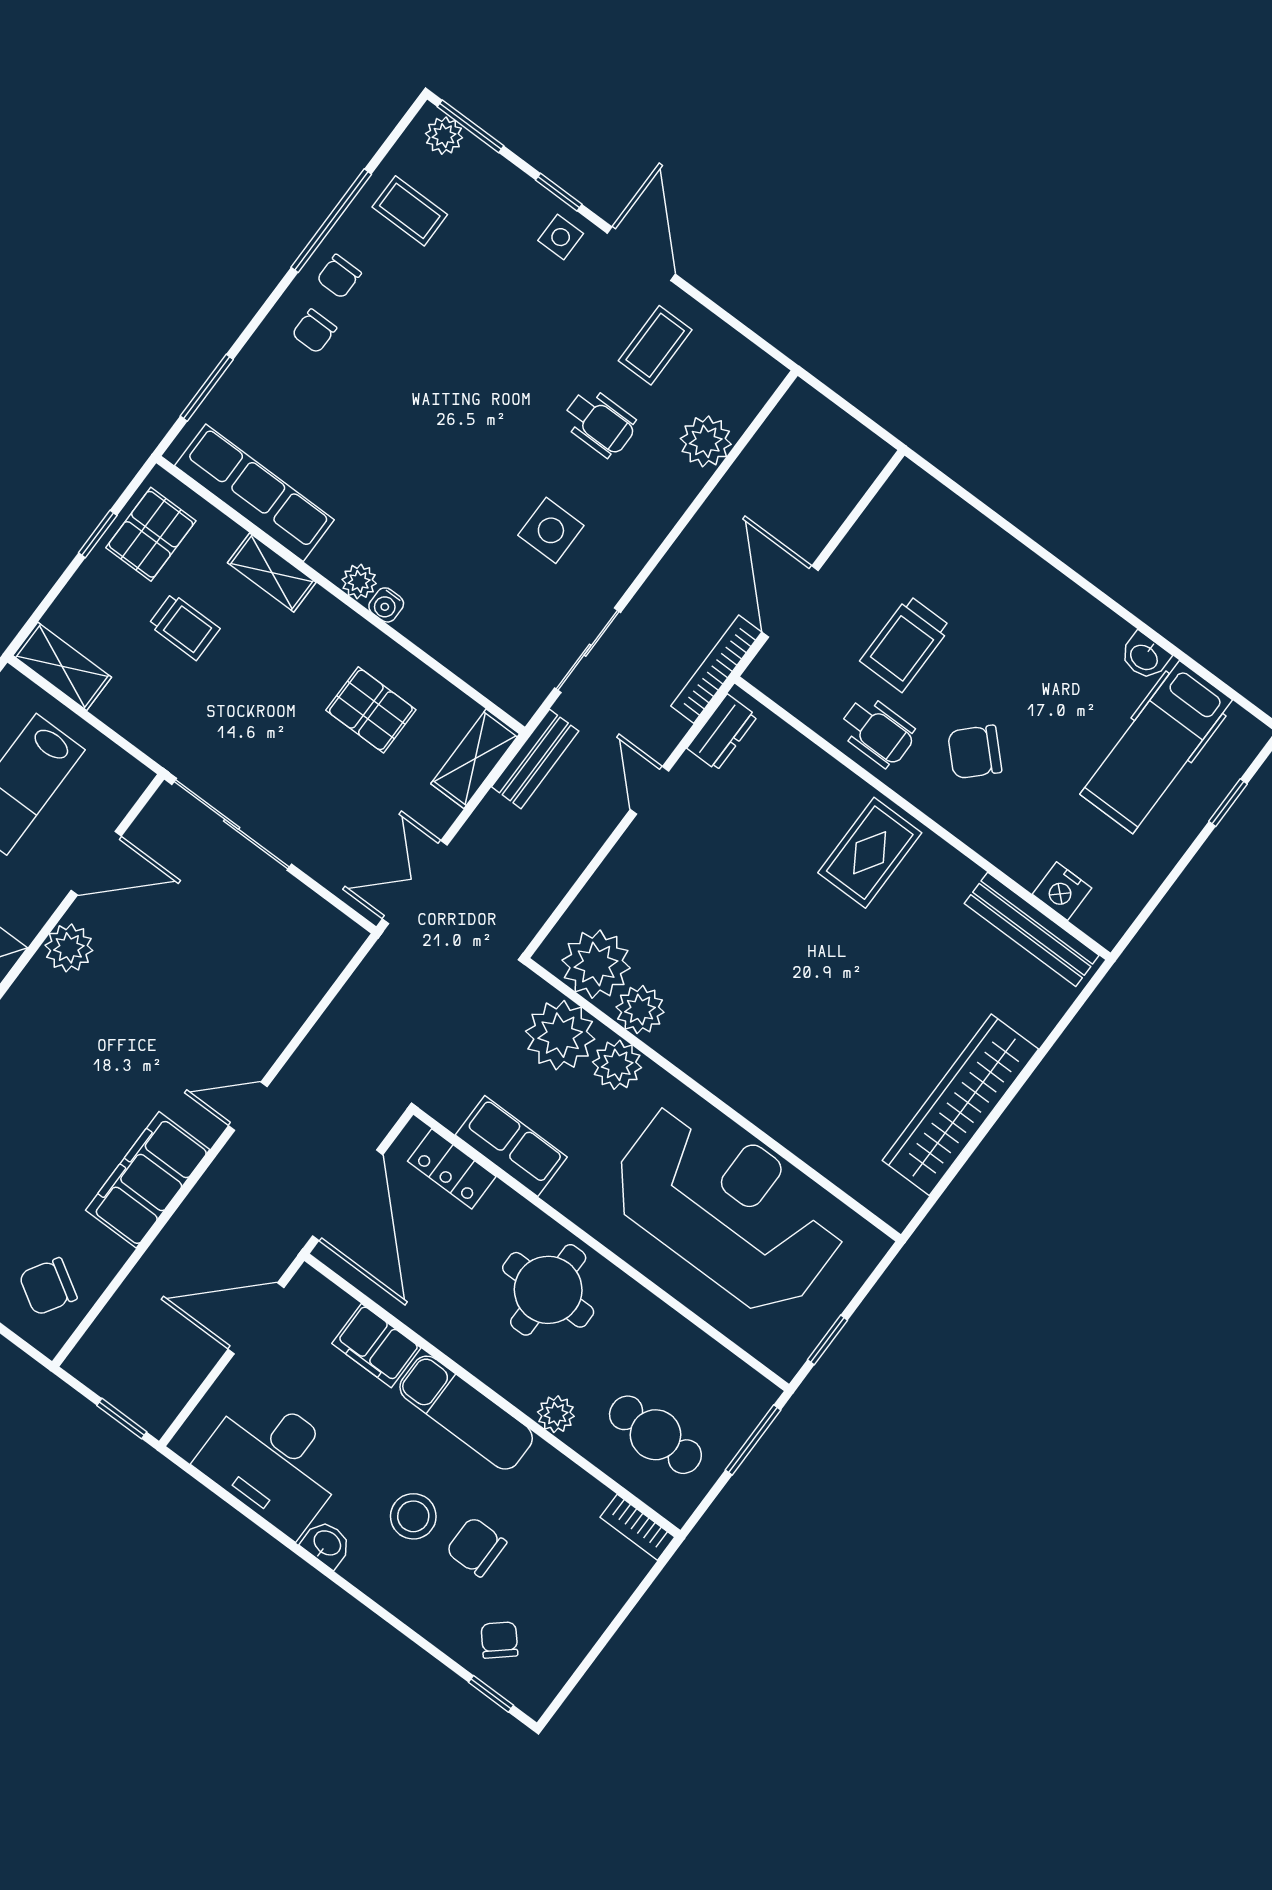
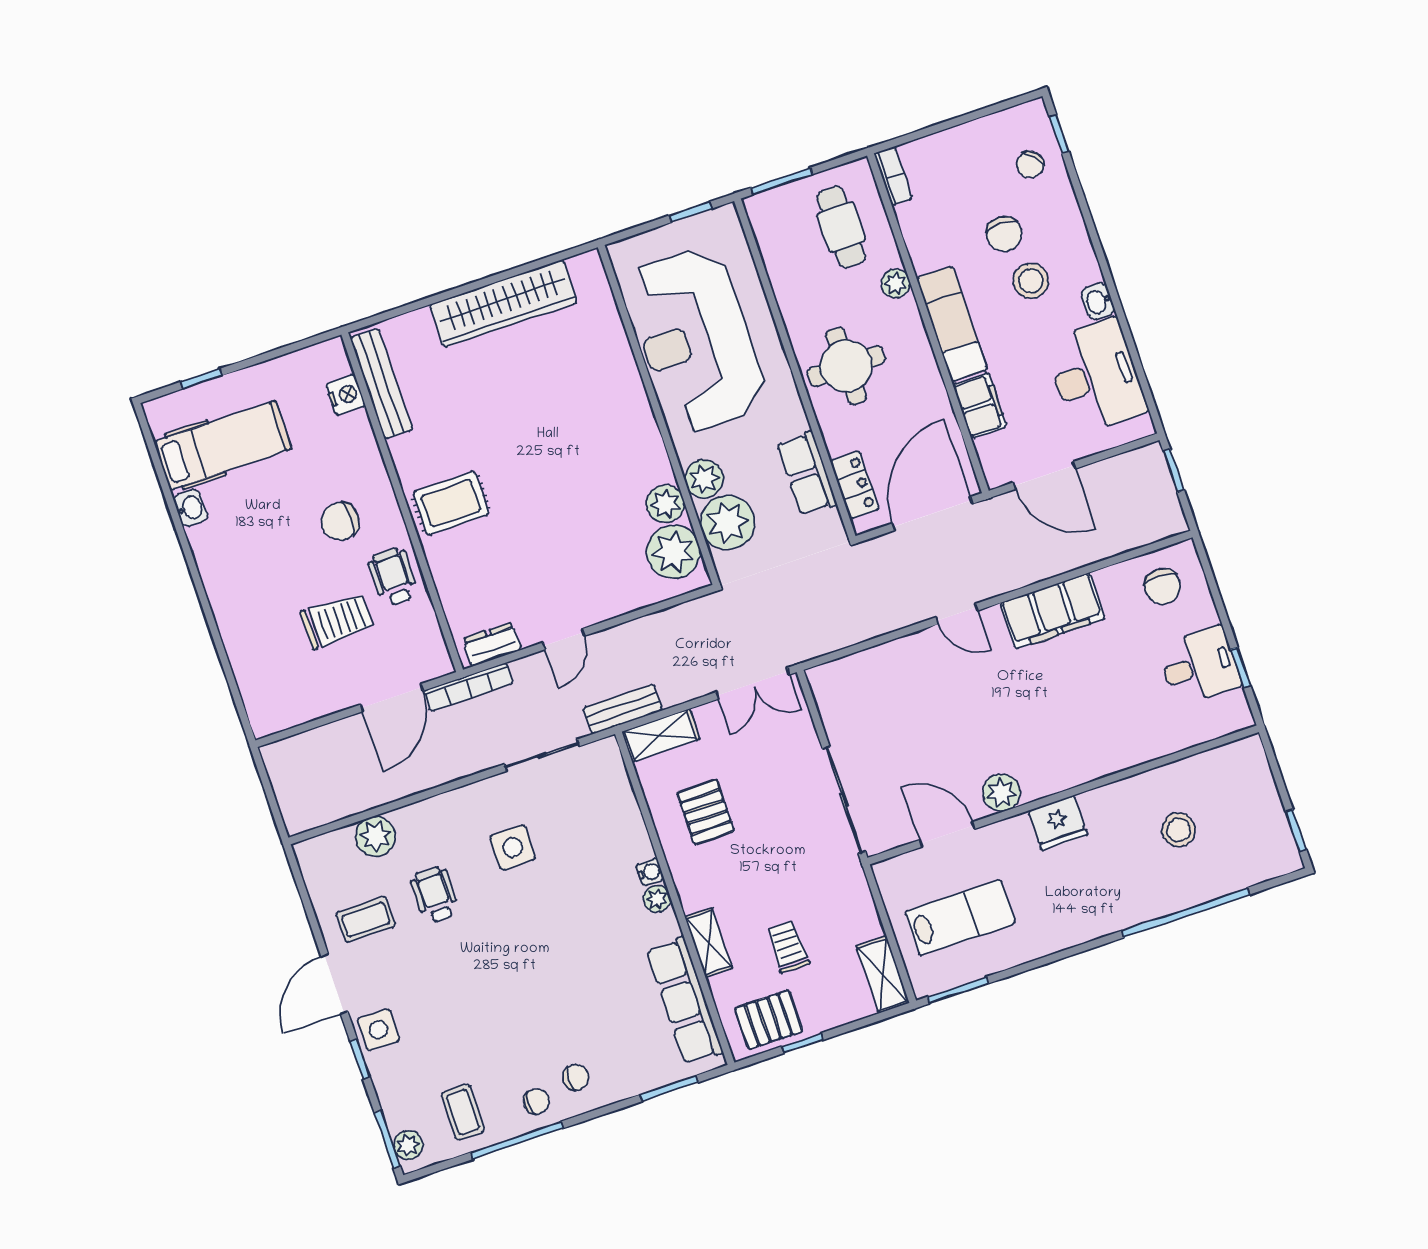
side table: (561, 237) -> (378, 1030), width x1.37, depth x1.37
chair: (975, 752) -> (340, 521), turned 135
chair: (48, 1287) -> (1163, 587), turned 59

